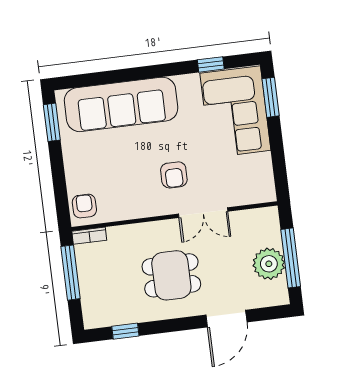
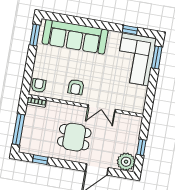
armchair: (174, 175) -> (76, 87), moved
window: (291, 258) -> (141, 147), width x0.46
plant: (269, 264) -> (126, 162), moved
window: (71, 273) -> (19, 129), moved

